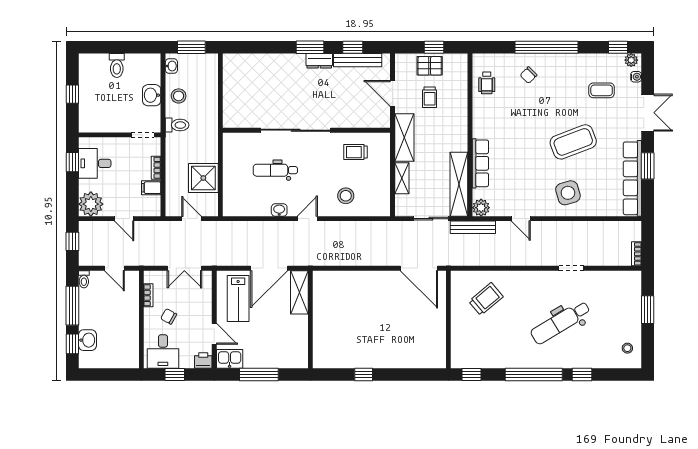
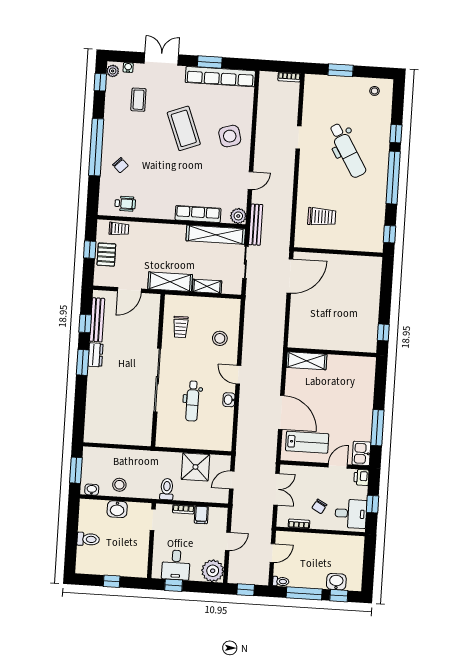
trolley: (430, 97) -> (119, 229), moved
toilet: (177, 125) -> (167, 489), moved
shelving: (299, 292) -> (307, 361), moved
trolley: (486, 299) -> (322, 217), turned 130
wall: (310, 319) -> (332, 352), moved

